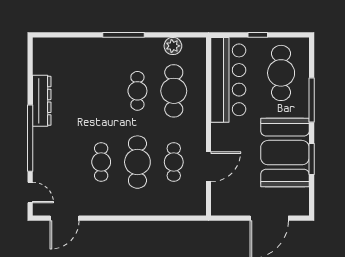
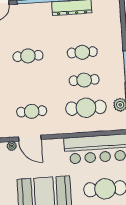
cafe table: (137, 162) -> (82, 52), moved, width x0.73, depth x0.74
plant: (217, 191) -> (12, 146), added

